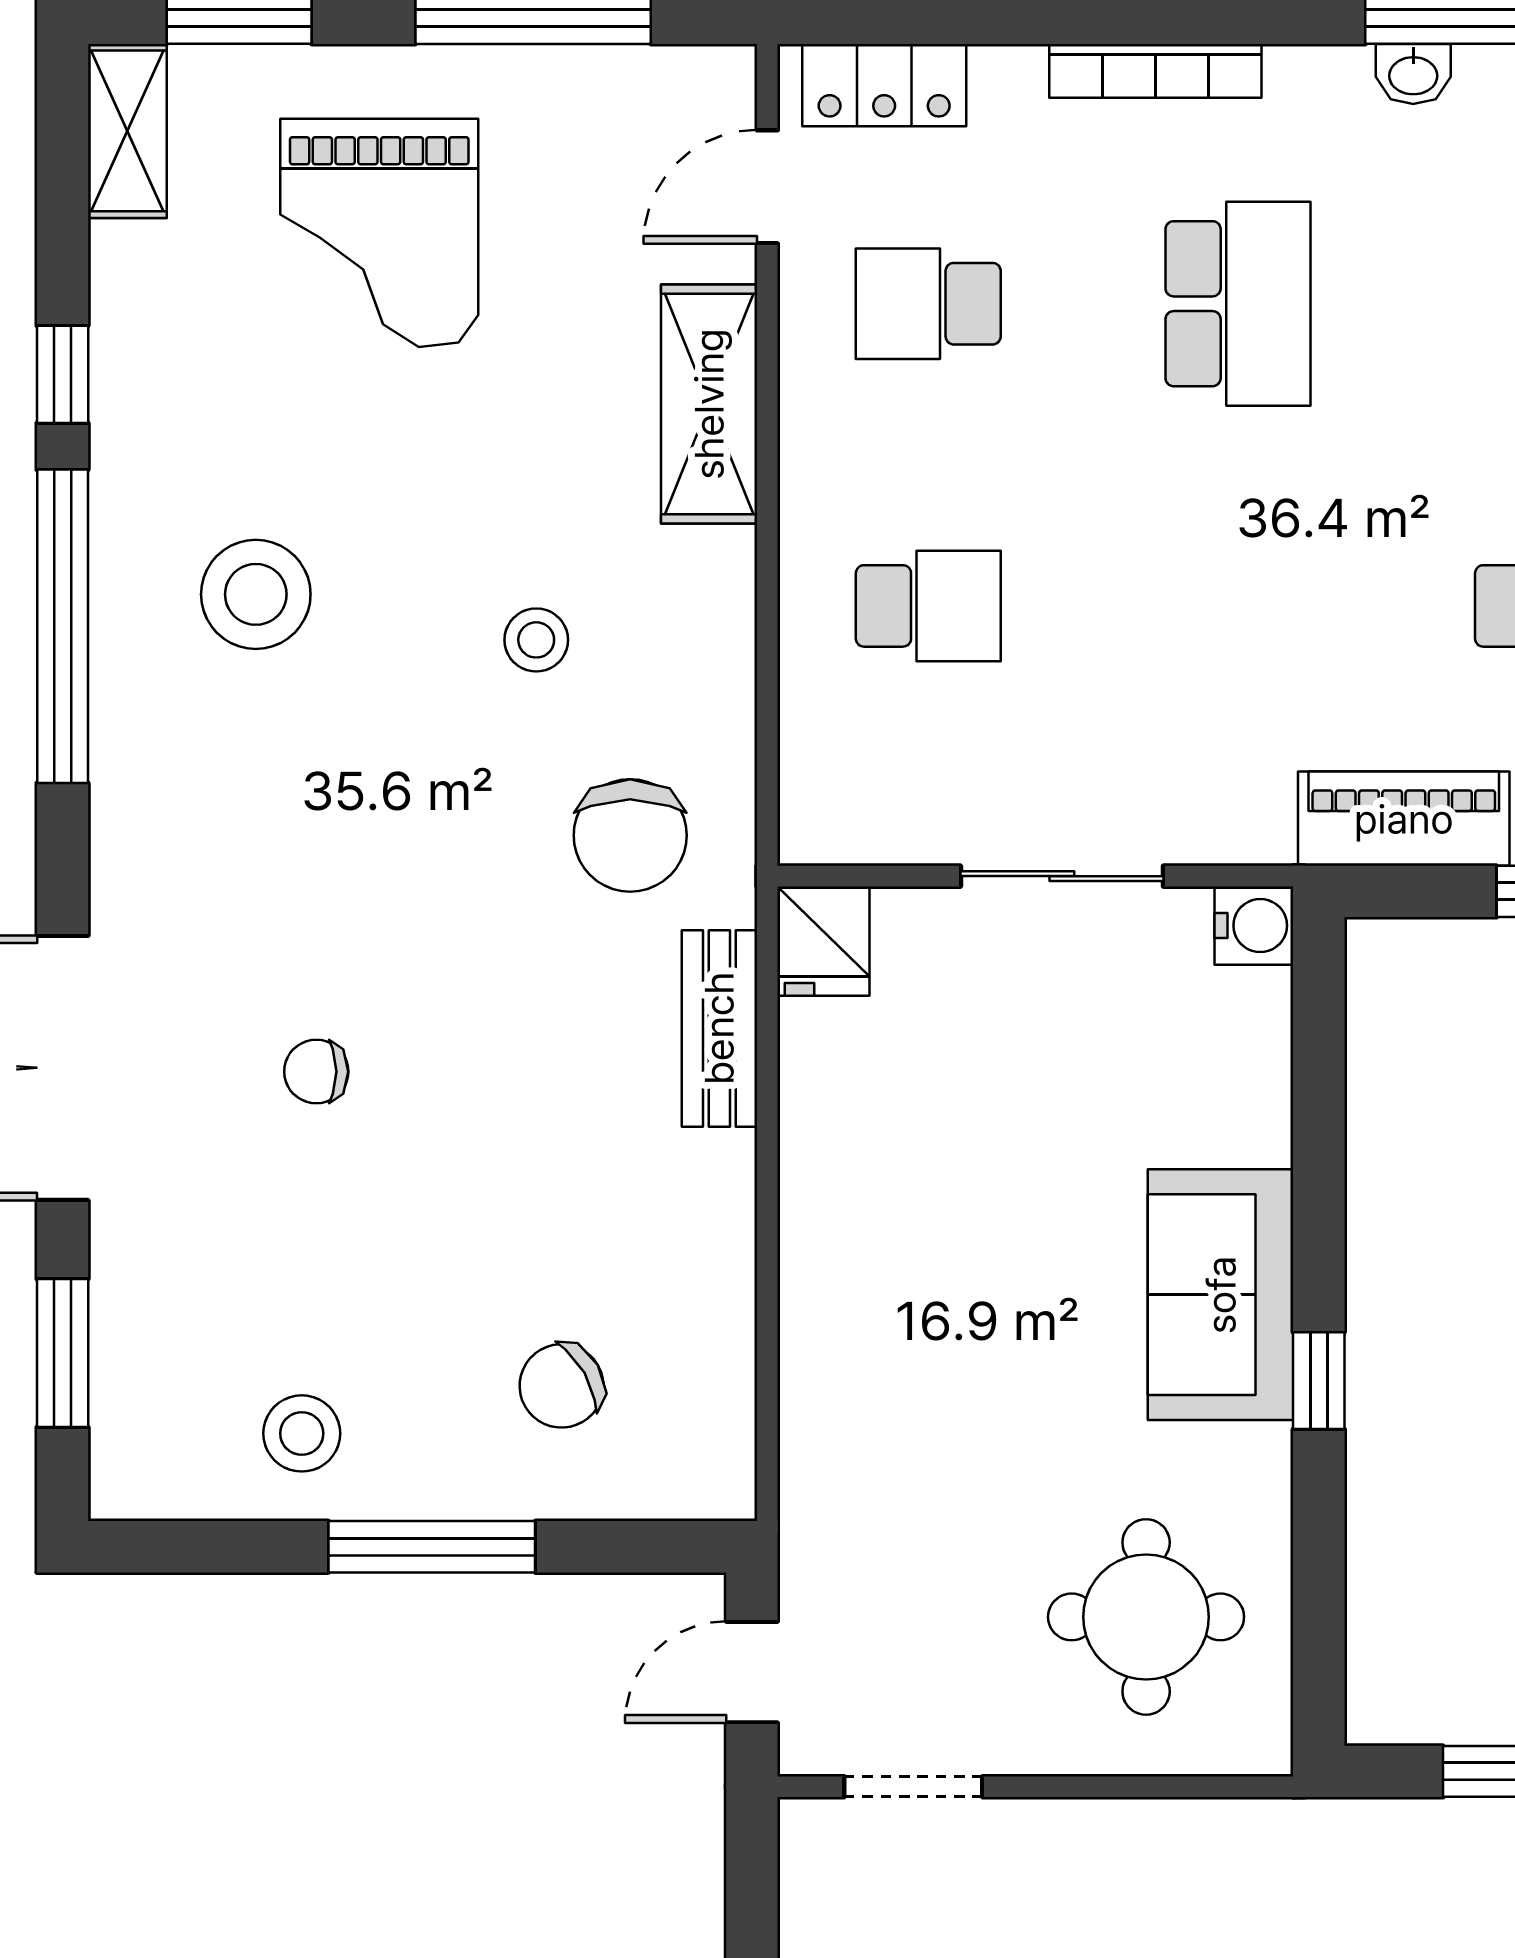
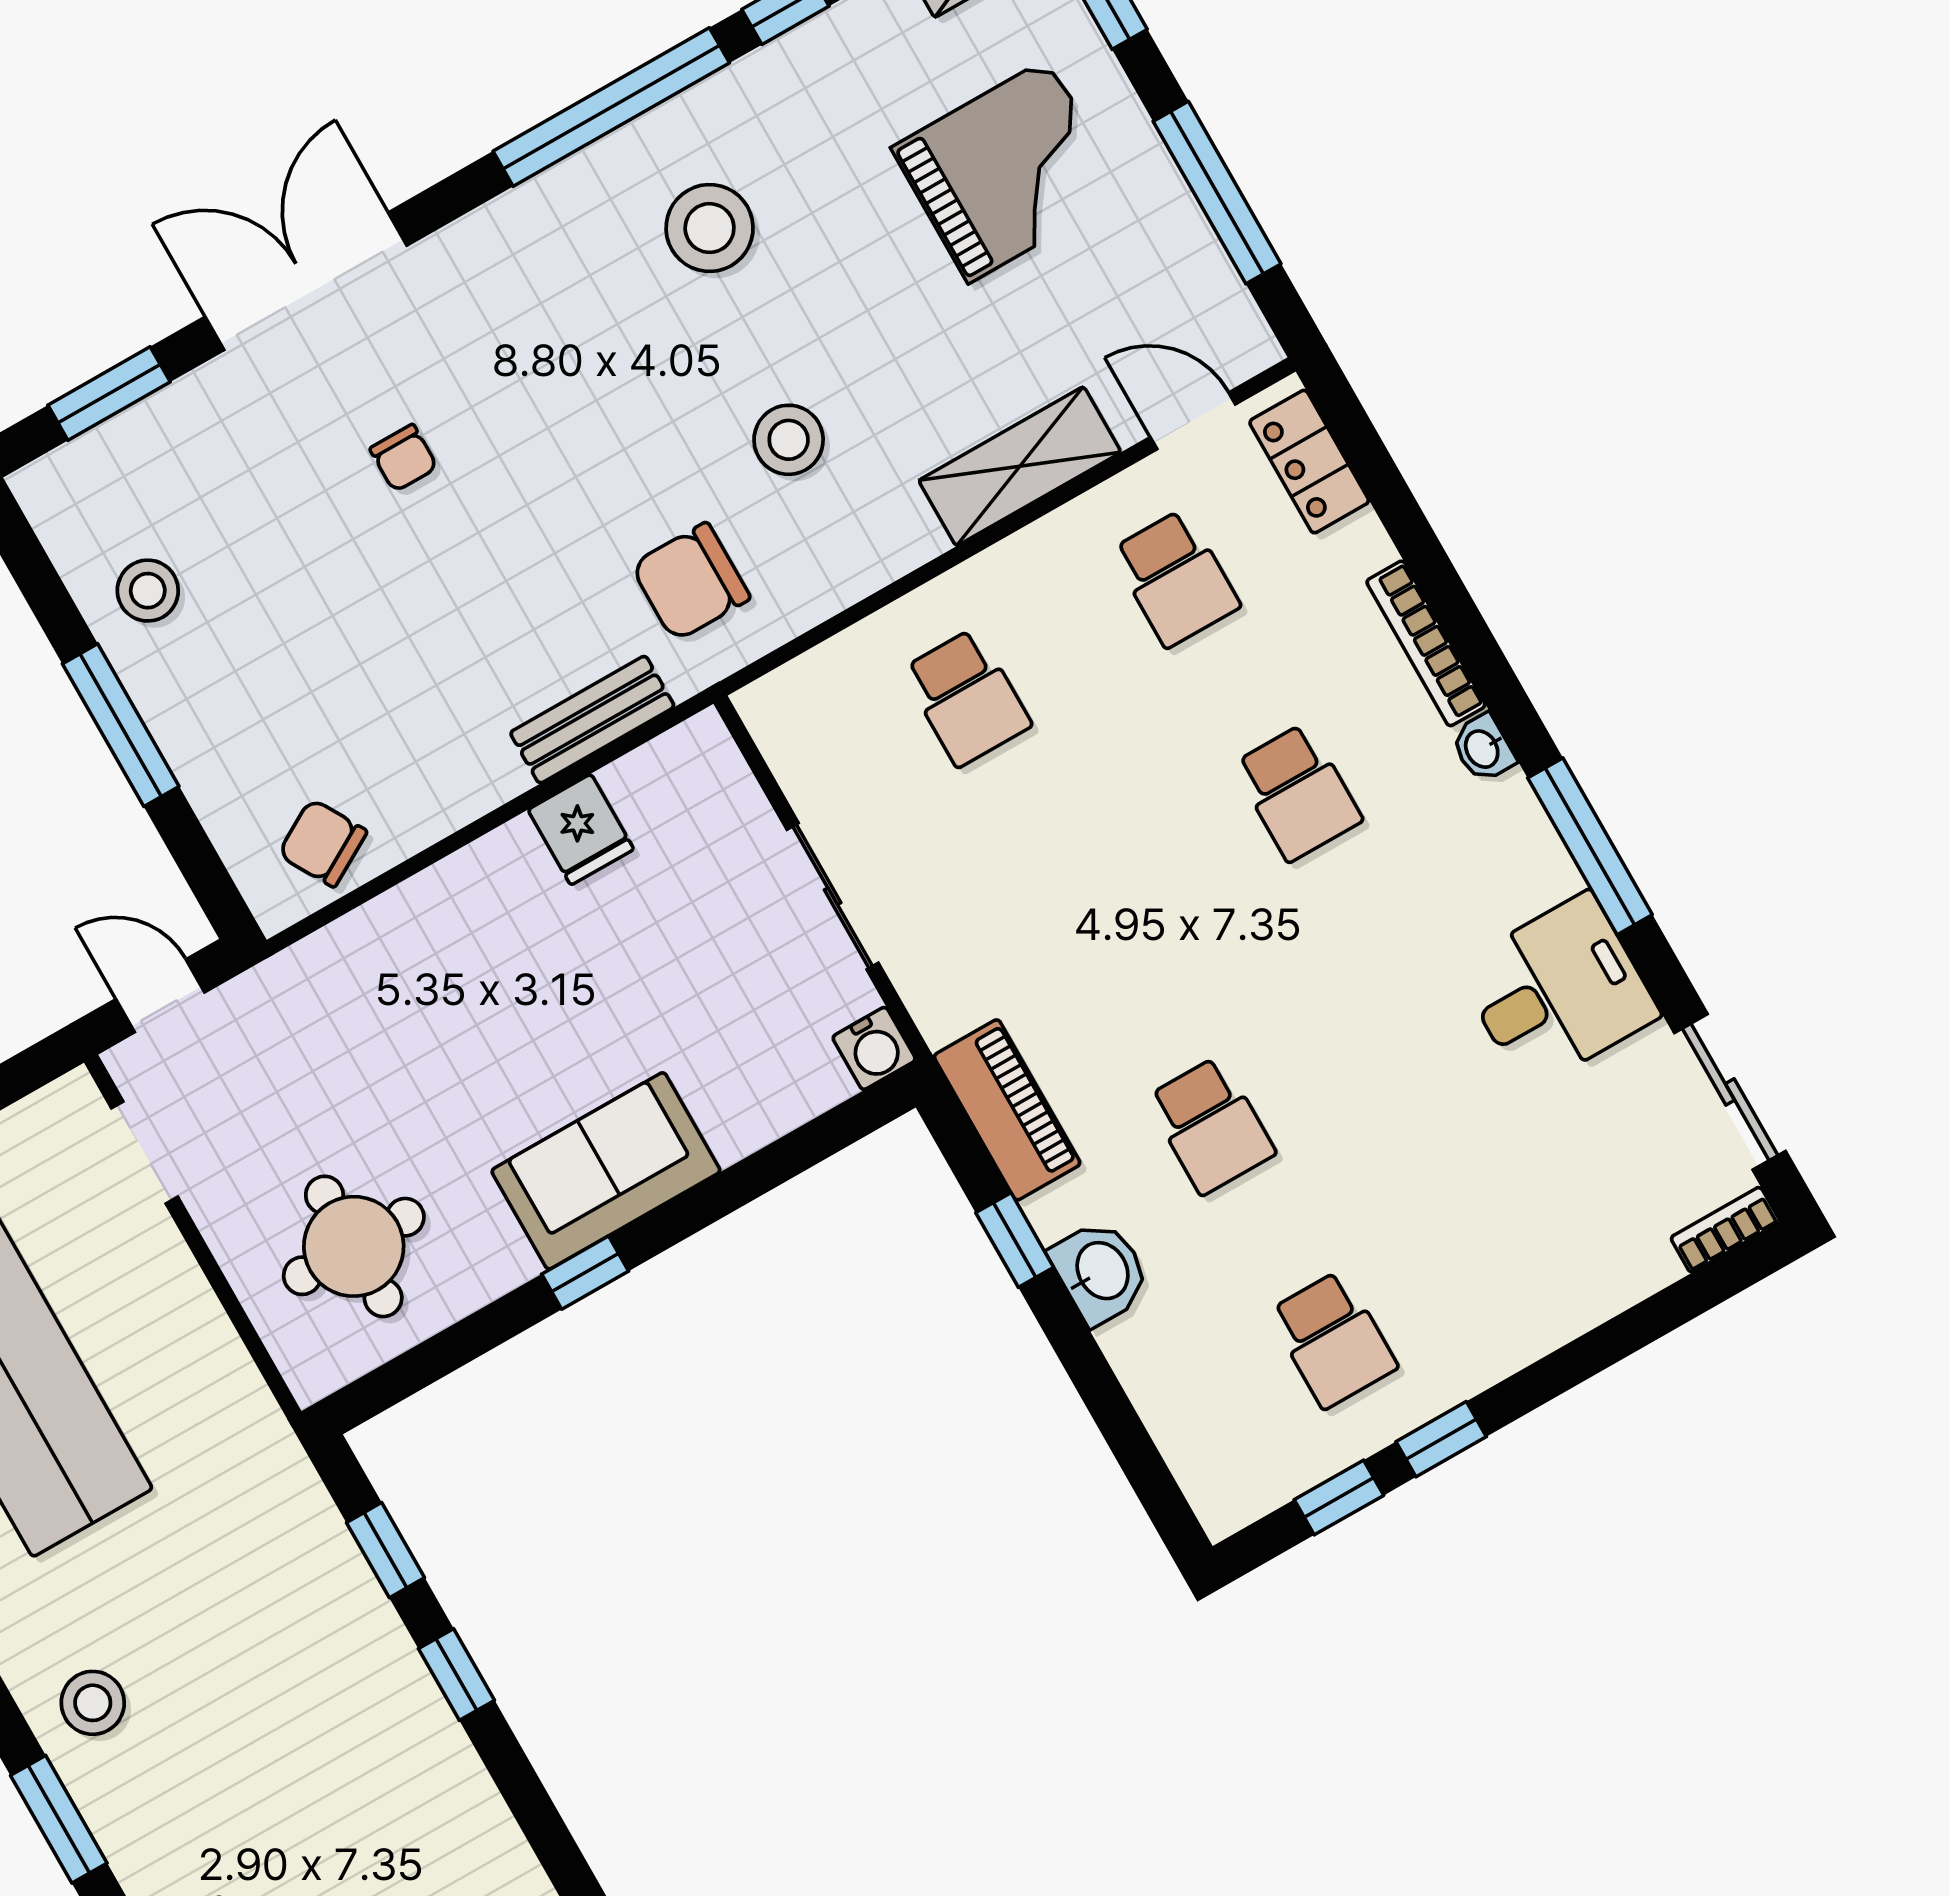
washbasin: (1413, 74) -> (1483, 748), moved
grand piano: (379, 233) -> (1008, 171), turned 180
school desk: (928, 304) -> (1176, 578), turned 180
school desk: (1238, 304) -> (1298, 792), width x0.54
stool: (536, 640) -> (789, 440), width x1.37, depth x1.37
fridge: (823, 941) -> (581, 829), moved, turned -90
chair: (316, 1072) -> (404, 458), turned 180
chair: (562, 1386) -> (323, 843), moved

